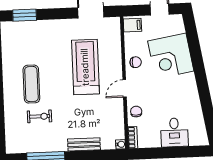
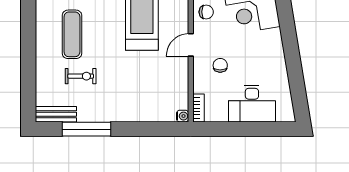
chair: (136, 112) -> (220, 65), moved
desk: (174, 132) -> (252, 104), width x1.37
bench: (84, 144) -> (56, 114), moved

